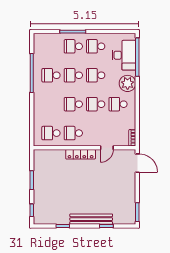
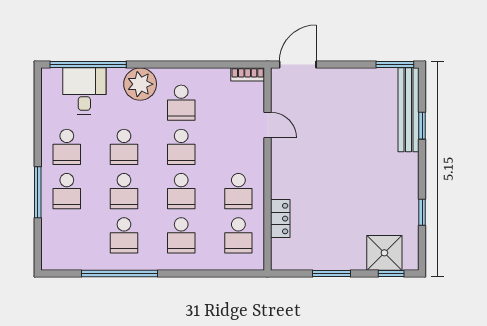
desk: (124, 55) -> (84, 91), width x0.73
school desk: (51, 104) -> (181, 235), added
locker: (81, 154) -> (280, 219), moved, width x0.66
shower: (42, 207) -> (384, 253), added
bench: (91, 219) -> (408, 110), moved

